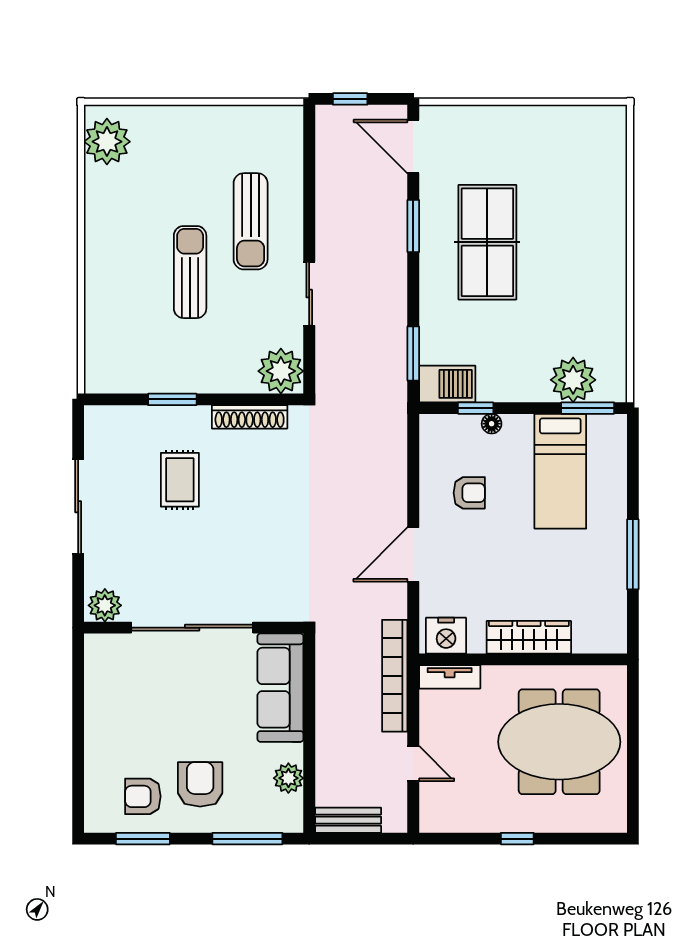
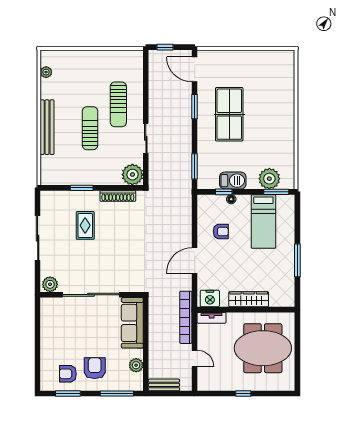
plant: (107, 142) -> (46, 72), width x0.53, depth x0.53
bench: (98, 270) -> (47, 127), added
barbecue: (447, 384) -> (233, 181), moved

